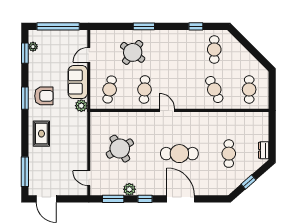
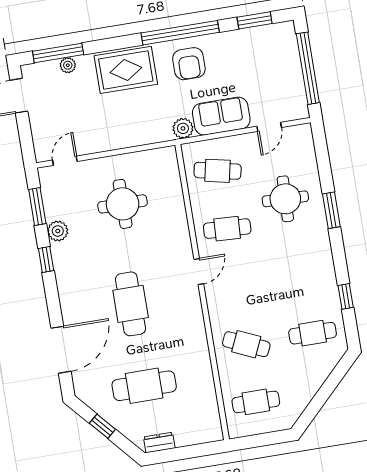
plant: (33, 47) -> (68, 65), moved
round table: (133, 52) -> (285, 199), turned -35
door: (89, 55) -> (269, 127), swing flipped
cafe table: (214, 89) -> (246, 344), turned 48
window: (25, 98) -> (180, 33), width x2.11
rug: (41, 134) -> (126, 70), width x1.36, depth x1.43
round table: (120, 149) -> (123, 204), turned 31
cafe table: (229, 154) -> (144, 386), width x1.37, depth x1.35
door: (181, 199) -> (61, 350), moved

